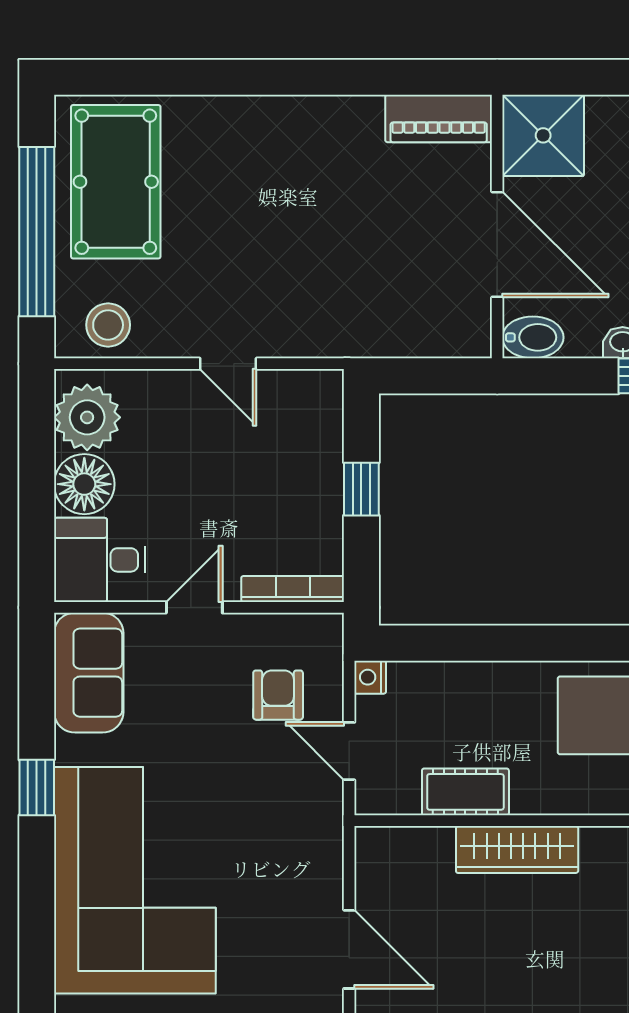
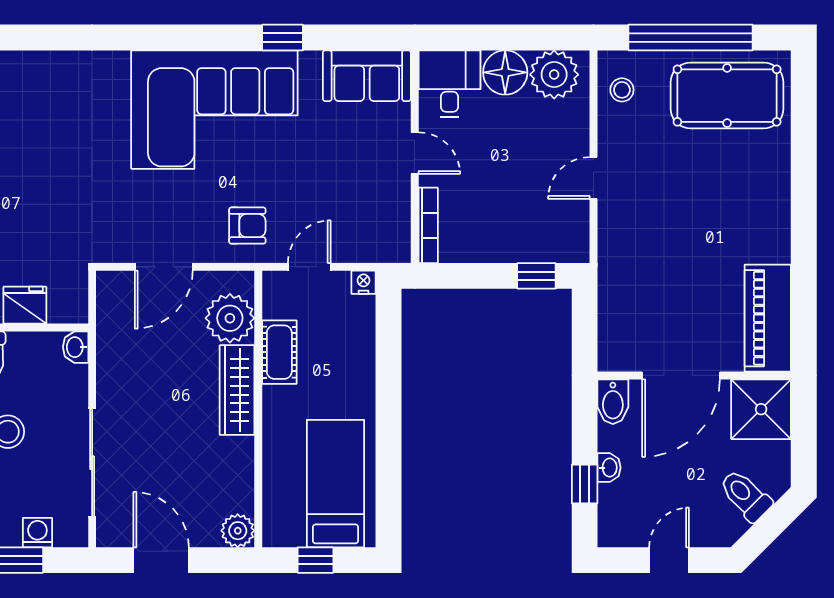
piano: (439, 119) -> (768, 318), width x1.37, depth x1.33
stool: (108, 325) -> (622, 90), width x0.73, depth x0.73
window: (361, 489) -> (536, 276), moved
armchair: (278, 695) -> (247, 226), moved
plant: (419, 859) -> (230, 318), added

